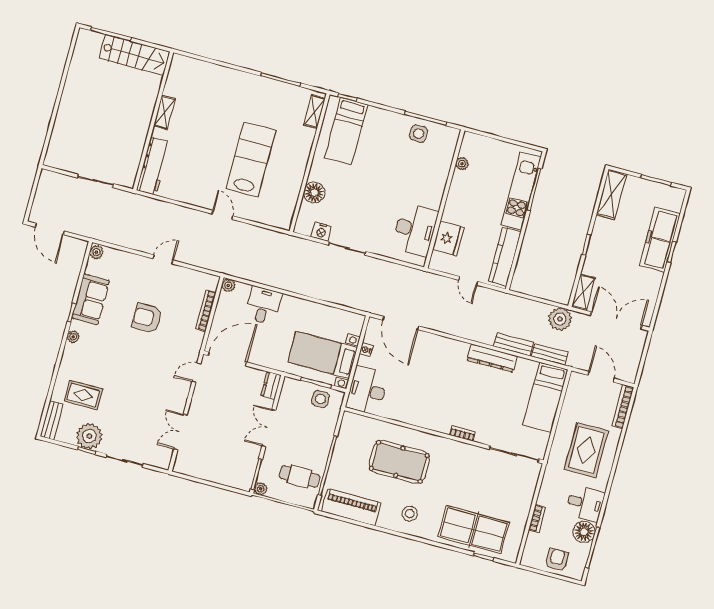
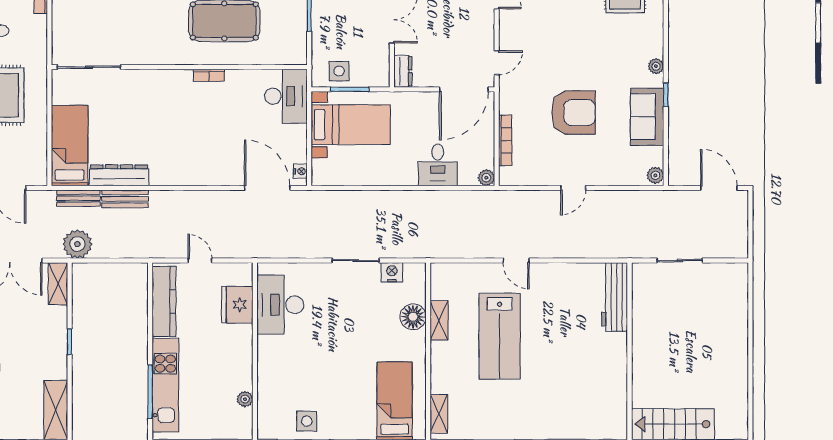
shelving: (164, 112) -> (439, 320), moved
armchair: (147, 318) -> (573, 113), width x1.36, depth x1.36
nightstand: (366, 350) -> (300, 171), moved
dresser: (492, 358) -> (119, 175), moved
bookcase: (462, 434) -> (209, 75), moved

